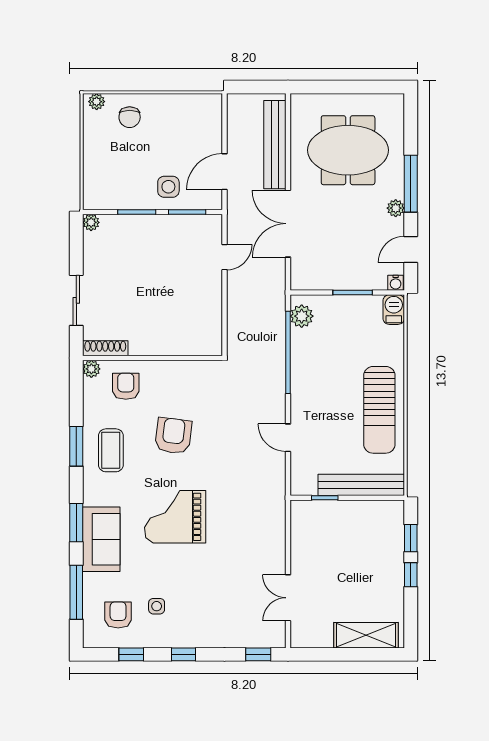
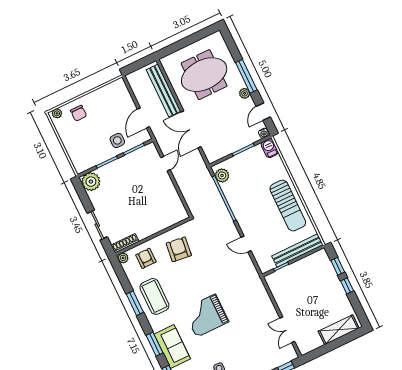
plant: (91, 222) -> (91, 182), width x1.88, depth x1.88
armchair: (173, 436) -> (179, 249), moved
coffee table: (111, 450) -> (154, 296), width x1.36, depth x1.32

